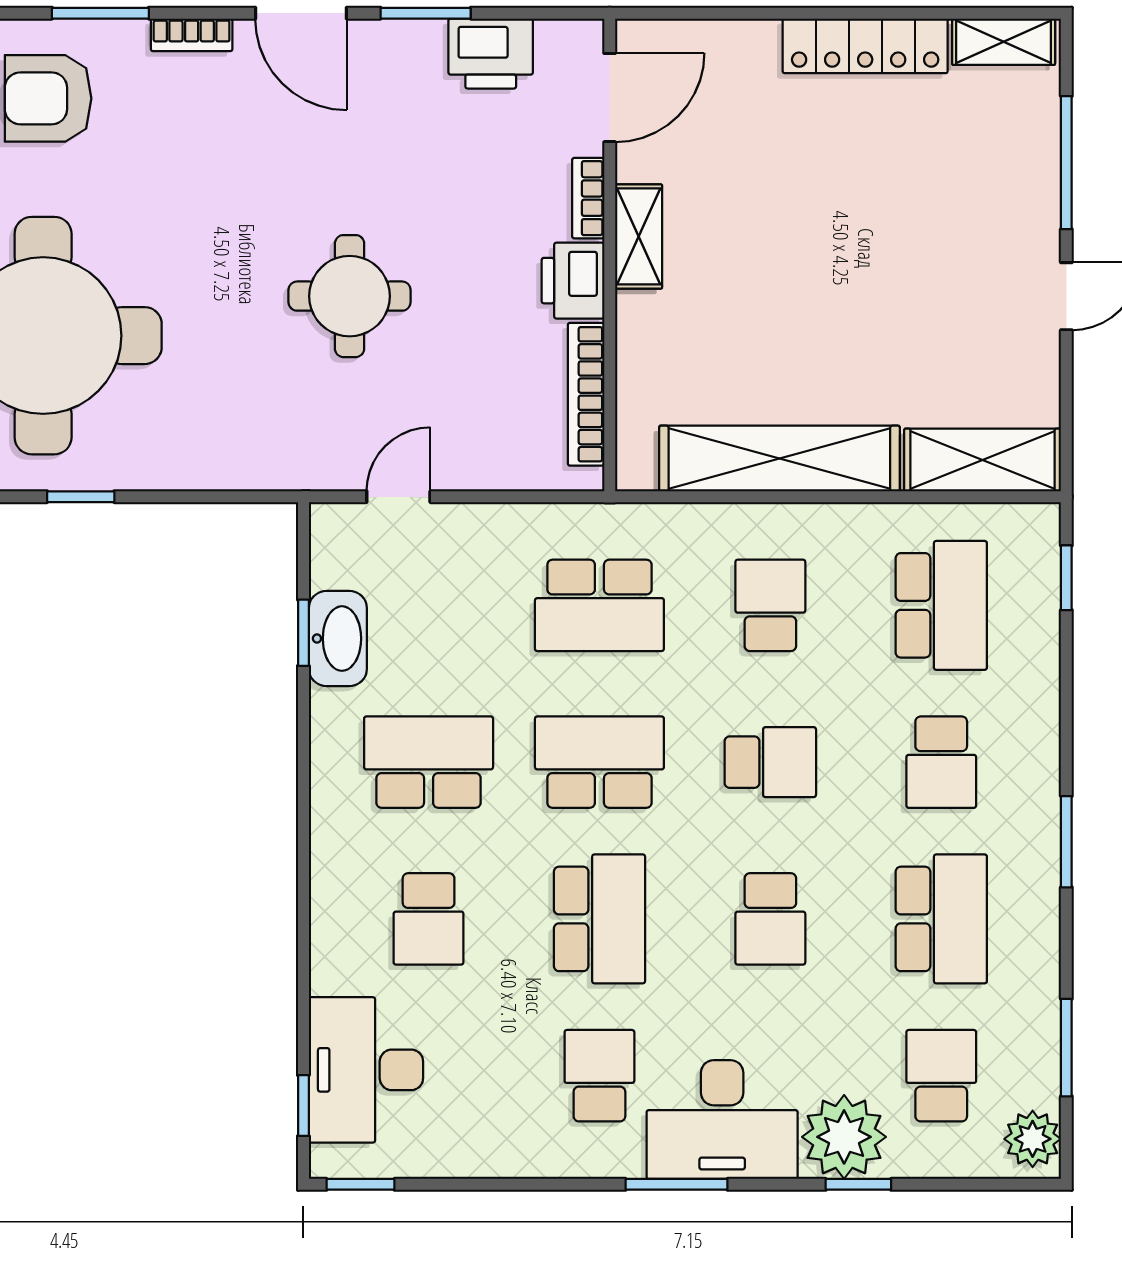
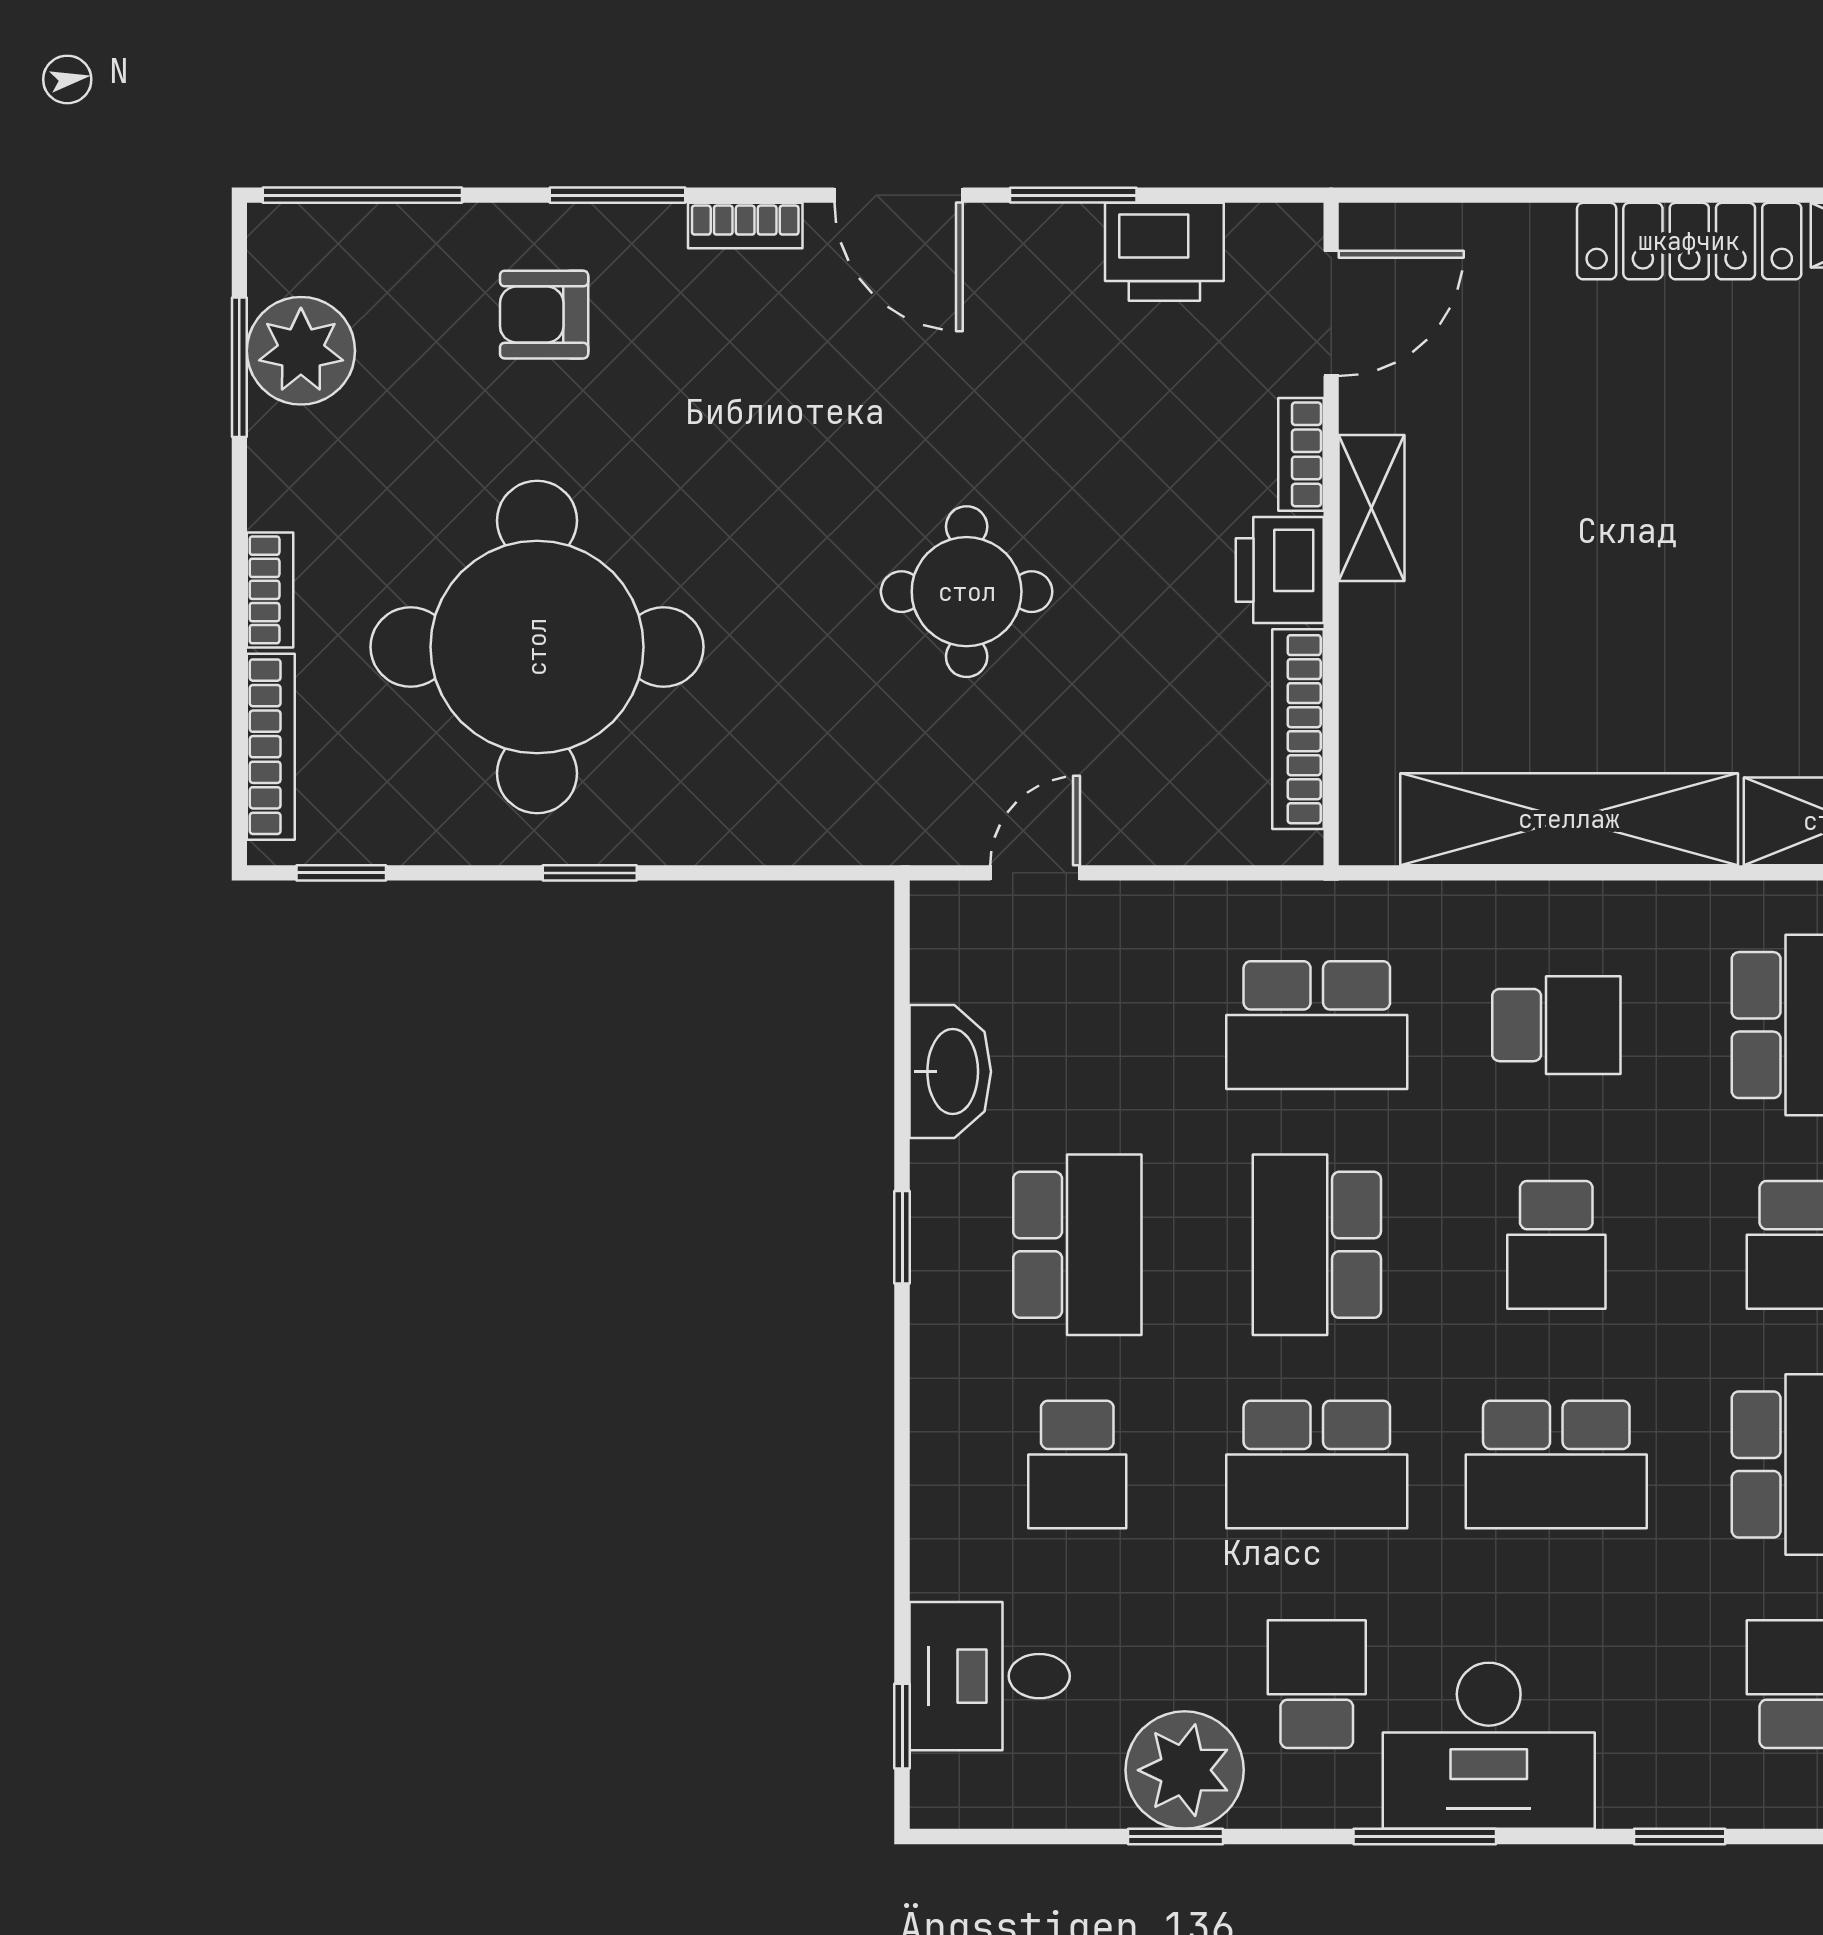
armchair: (48, 98) -> (544, 315), width x0.72, depth x0.72
school desk: (770, 605) -> (1556, 1025), turned 90
window: (303, 633) -> (902, 1237), moved
school desk: (429, 762) -> (1077, 1245), turned 90
school desk: (599, 762) -> (1317, 1245), turned -90
school desk: (770, 762) -> (1556, 1245), turned 90
school desk: (599, 919) -> (1317, 1464), turned 90
school desk: (770, 919) -> (1556, 1464), width x1.85
desk: (366, 1070) -> (990, 1676), width x0.73
plant: (844, 1137) -> (1185, 1770), moved
window: (360, 1184) -> (1176, 1836), moved

